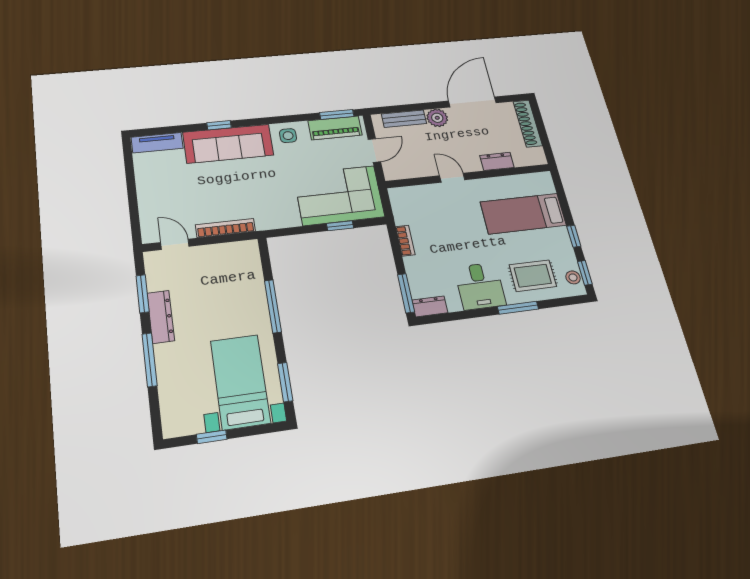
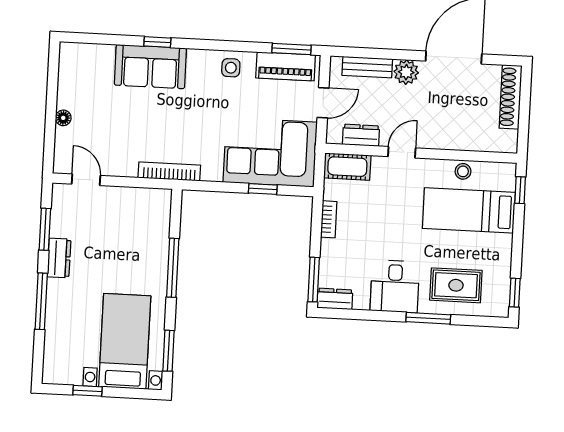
tv unit: (157, 143) -> (87, 53), removed
sofa: (228, 144) -> (150, 67), width x0.73
dresser: (497, 161) -> (361, 135), moved
door: (452, 178) -> (402, 152), hinge flipped
cot: (409, 196) -> (347, 167), added
floor lamp: (144, 197) -> (63, 118), added
bookcase: (226, 228) -> (169, 172), moved
window: (574, 236) -> (520, 190), moved
stool: (573, 277) -> (463, 171), moved
dresser: (161, 317) -> (59, 258), width x0.70

